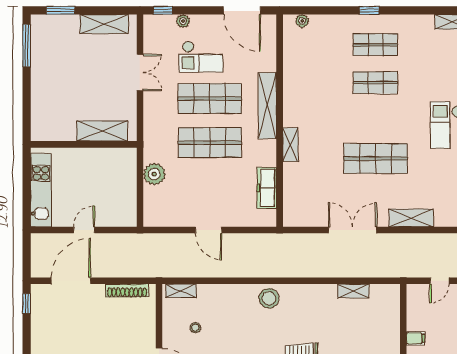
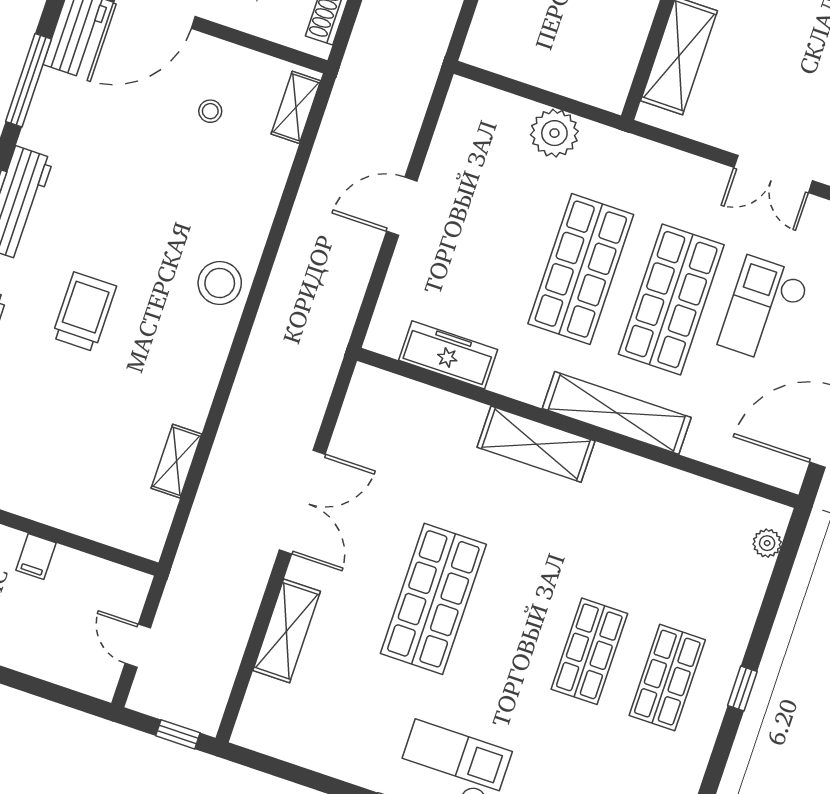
shelving: (290, 145) -> (536, 444), width x1.50, depth x1.33

